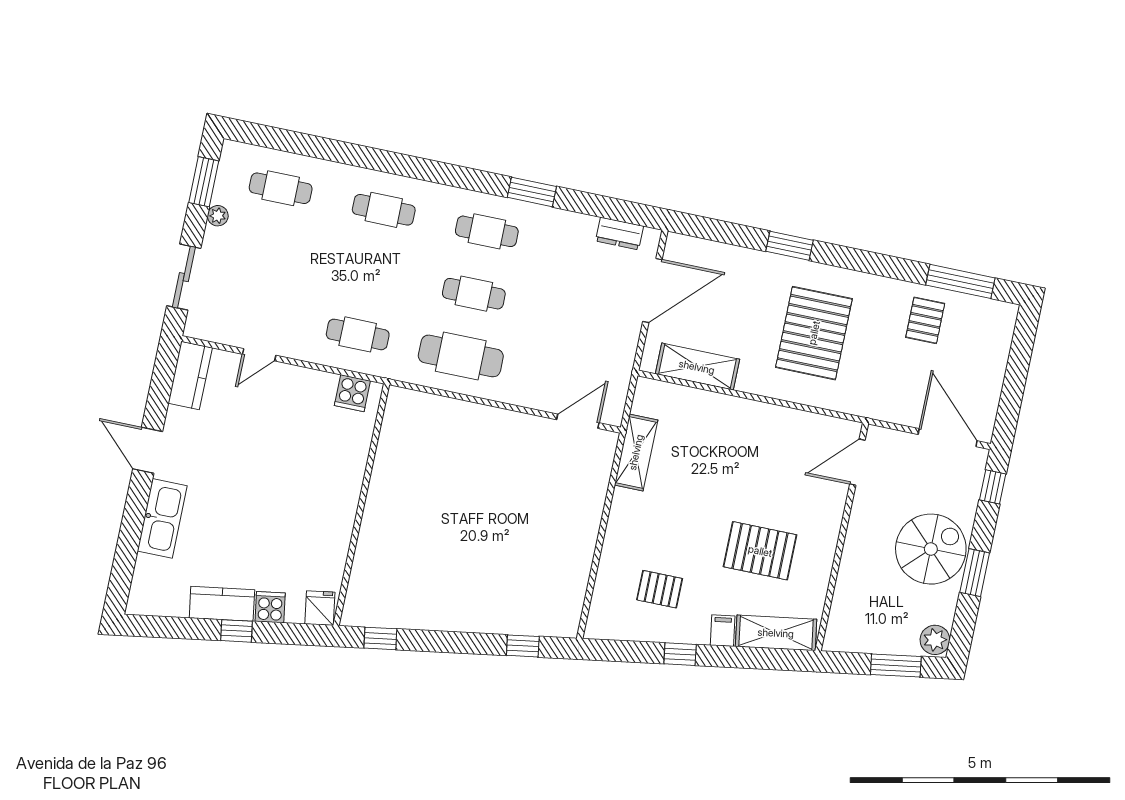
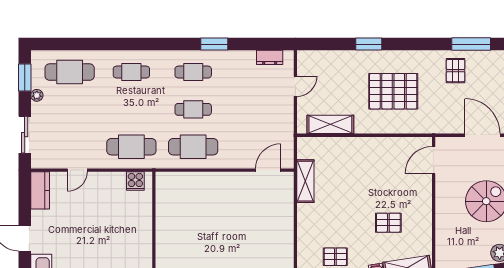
cafe table: (281, 188) -> (70, 72), width x1.37, depth x1.35
door: (652, 291) -> (295, 86), width x0.53
pallet: (814, 333) -> (393, 91), turned 90
cafe table: (358, 334) -> (131, 147), width x1.37, depth x1.35
pallet: (760, 551) -> (388, 223), width x0.67, depth x0.71

